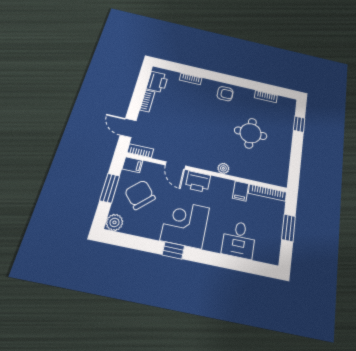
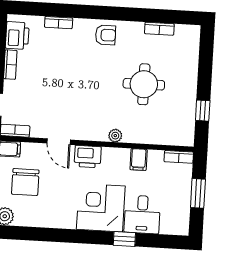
window: (299, 124) -> (203, 111), moved
bookcase: (268, 193) -> (179, 157), width x0.64
chair: (140, 195) -> (25, 182), turned -137
corner desk: (185, 224) -> (101, 208), moved
window: (173, 250) -> (124, 239), moved

